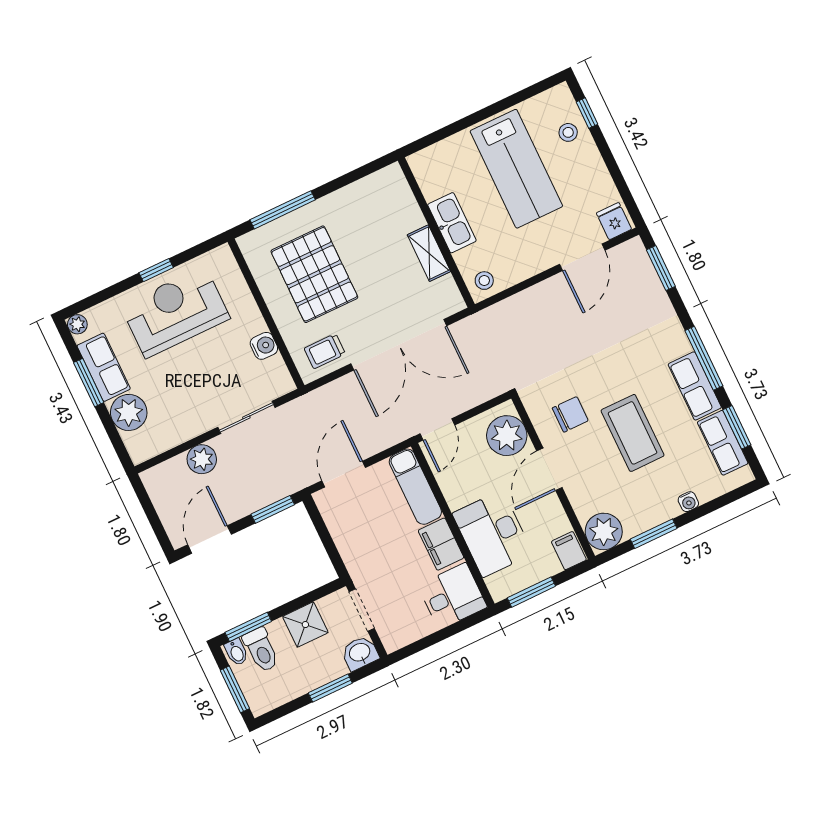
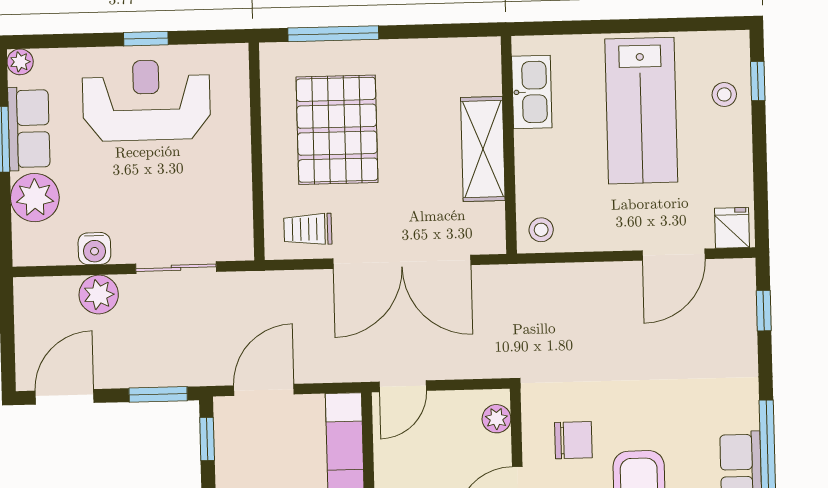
kitchen sink: (452, 223) -> (532, 92), moved
shelving: (429, 253) -> (483, 149), width x1.50, depth x1.33
window: (661, 268) -> (764, 311), width x0.67
water cooler: (264, 346) -> (94, 249), moved, turned 90
plant: (507, 436) -> (496, 419), width x0.53, depth x0.53
window: (320, 525) -> (207, 439), added

